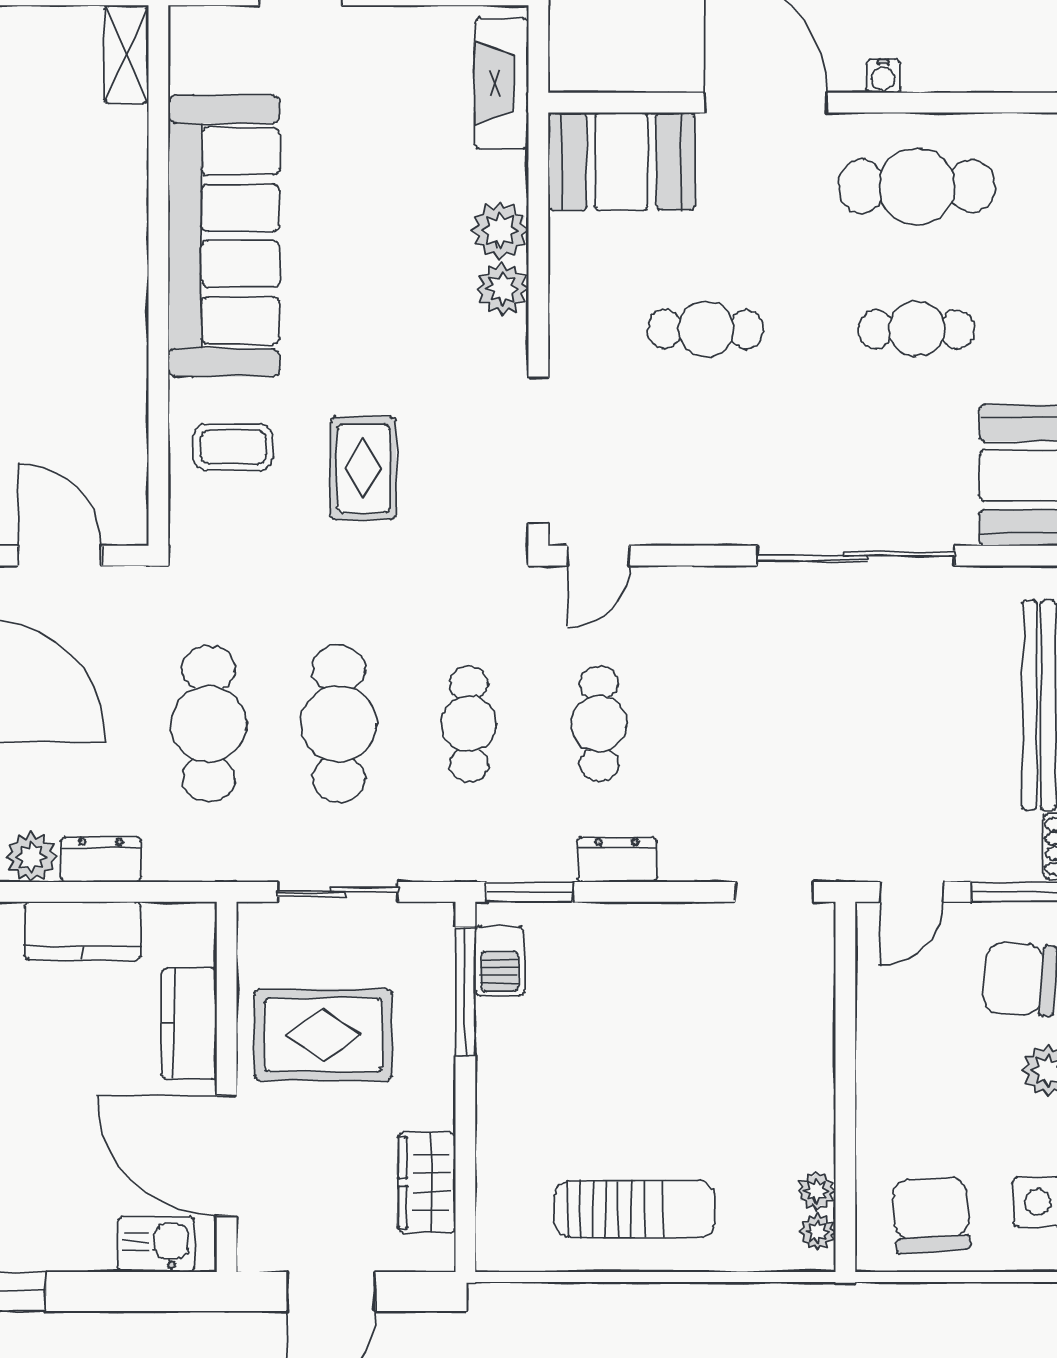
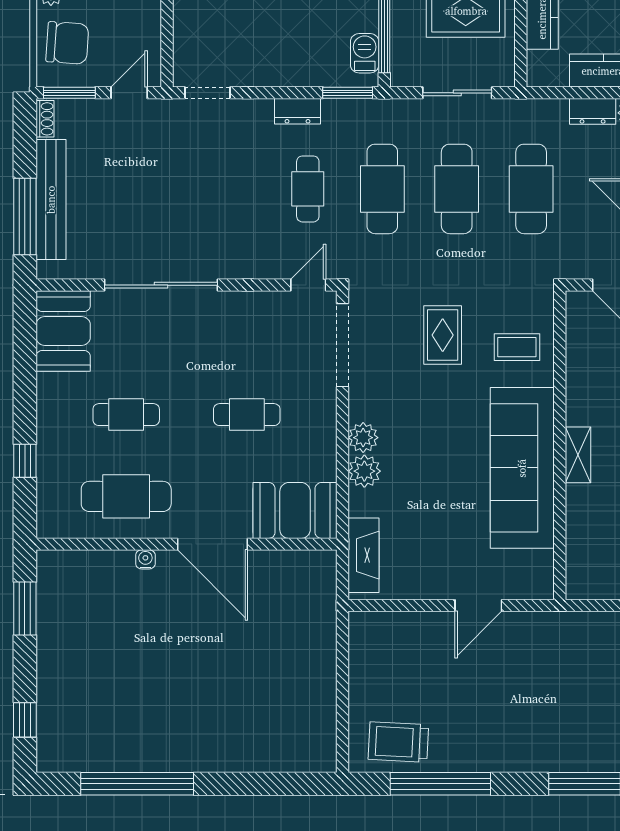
shelving: (126, 54) -> (578, 455), moved
cafe table: (469, 724) -> (382, 189), width x1.37, depth x1.35

